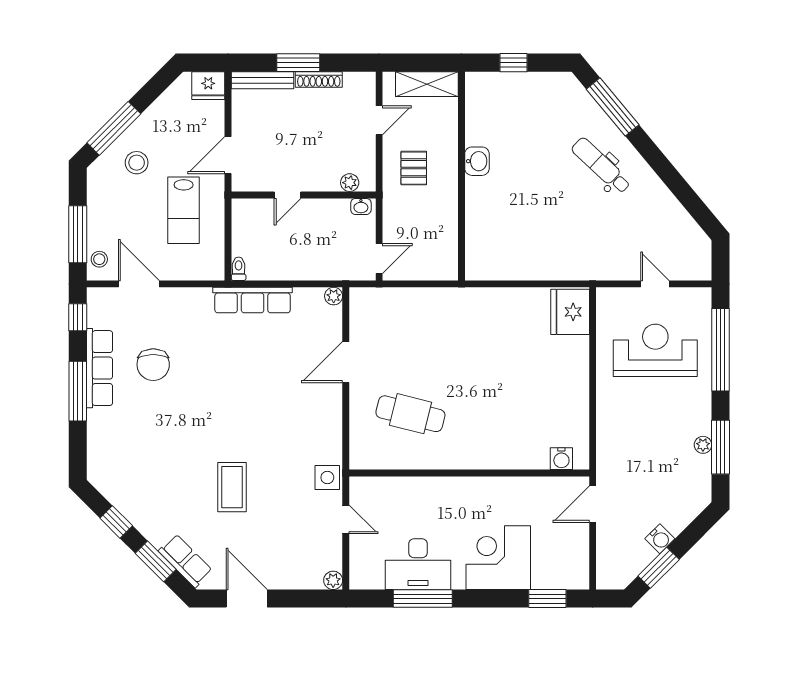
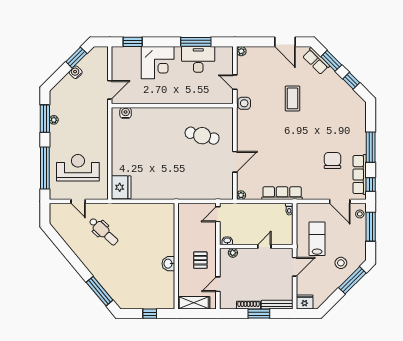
dental chair: (601, 166) -> (104, 232), moved
reception desk: (655, 350) -> (78, 168), turned 180
row of seats: (100, 368) -> (360, 175), moved

